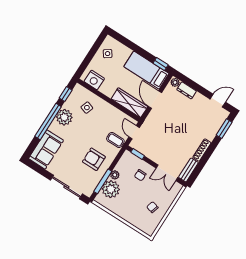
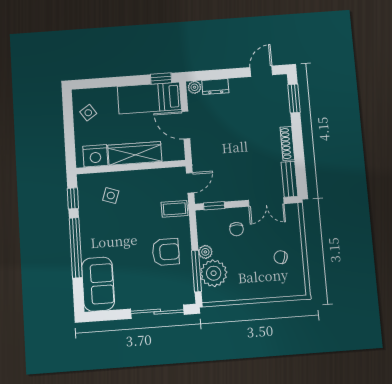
wardrobe: (129, 103) -> (135, 153), moved
plant: (64, 117) -> (92, 228), removed
door: (134, 132) -> (190, 183), swing flipped
armchair: (94, 159) -> (166, 252), turned 180

